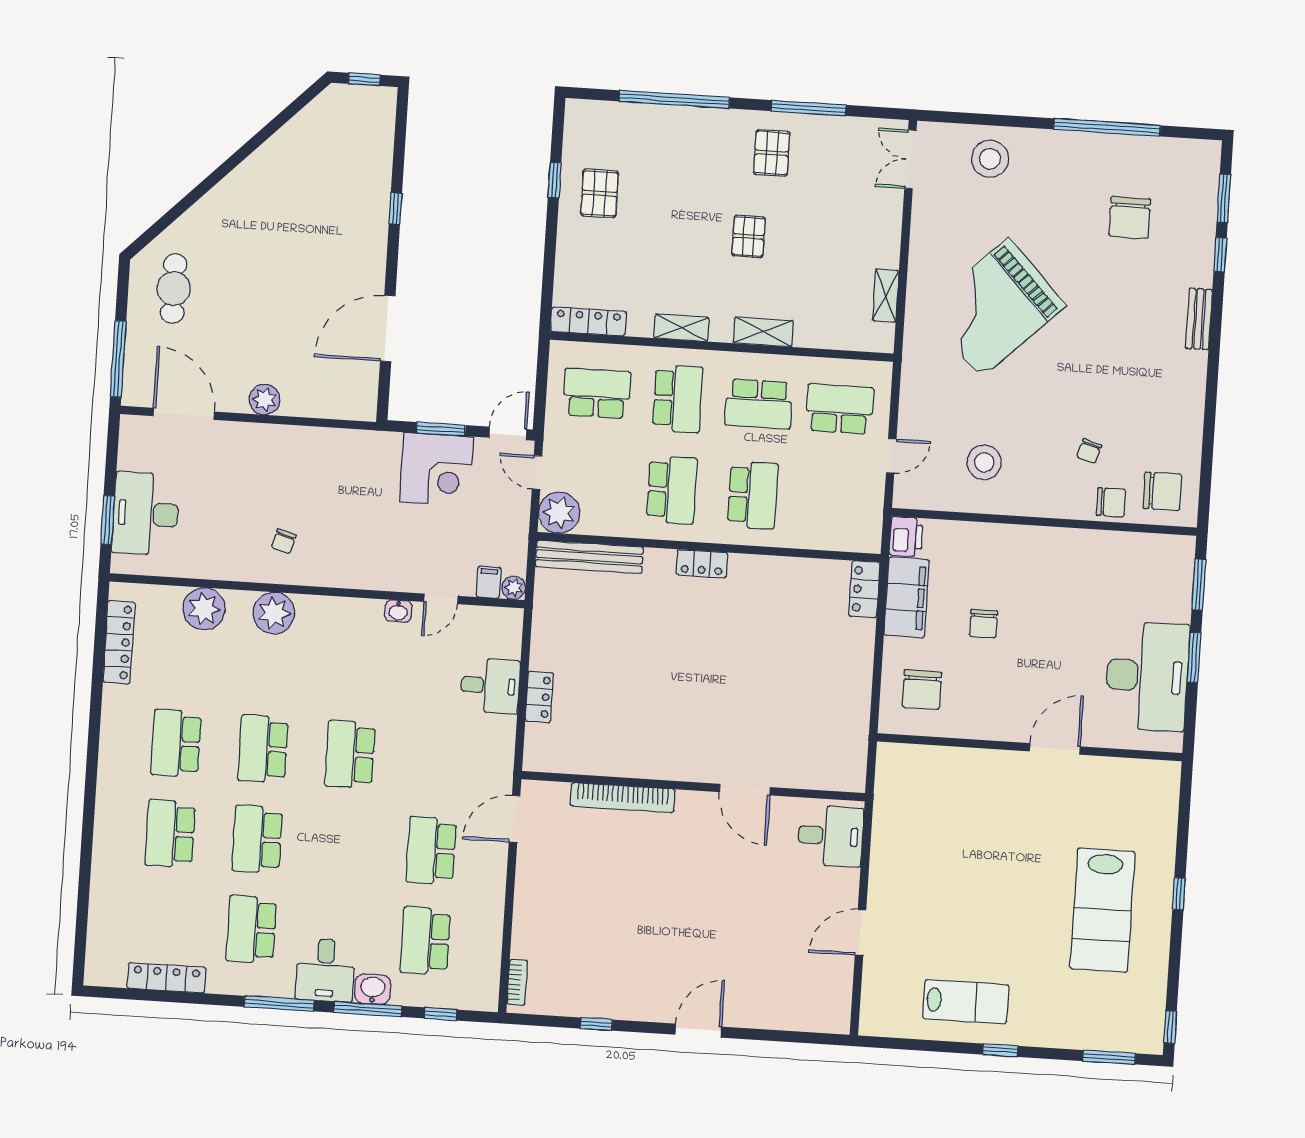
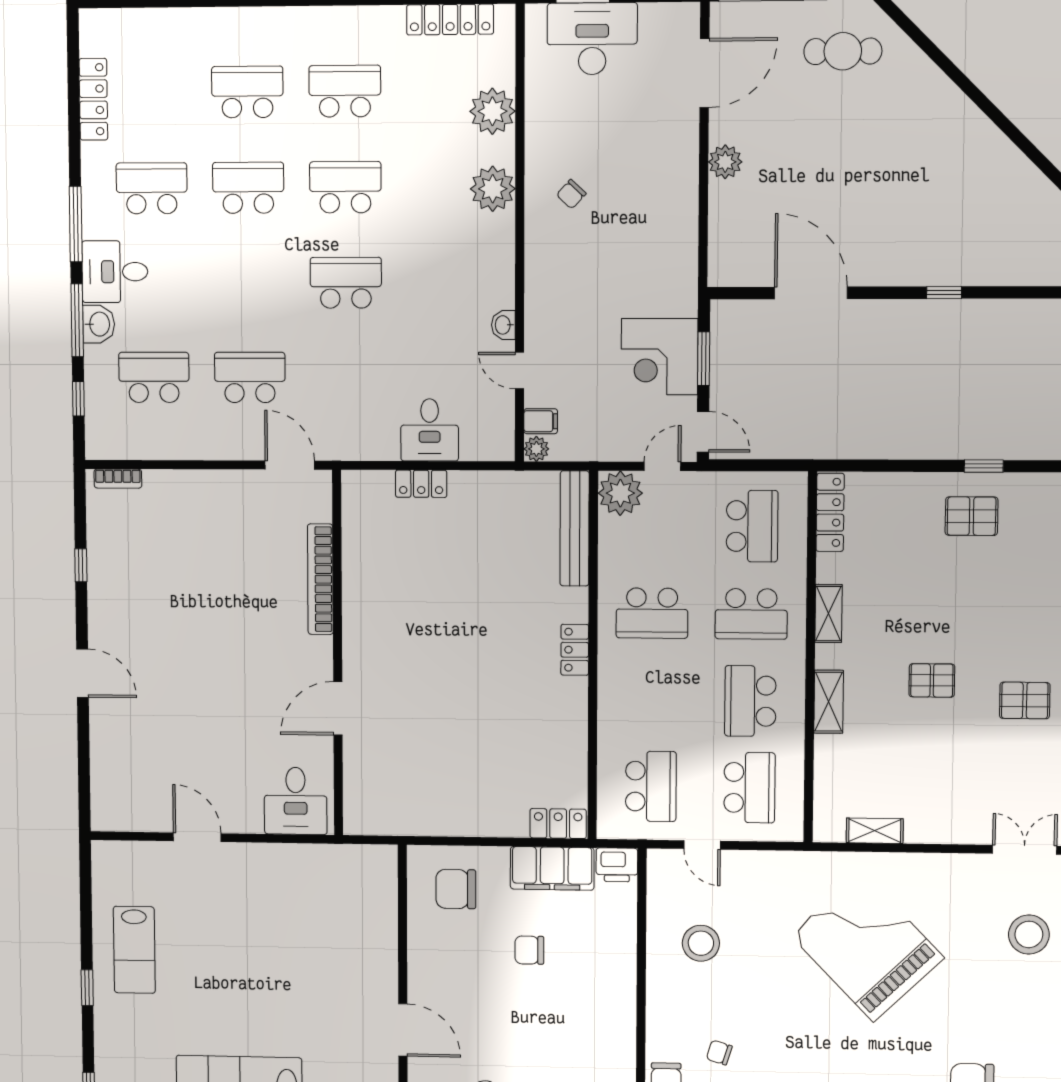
school desk: (753, 495) -> (651, 786), moved, turned -90
chair: (284, 541) -> (571, 194), turned -63

